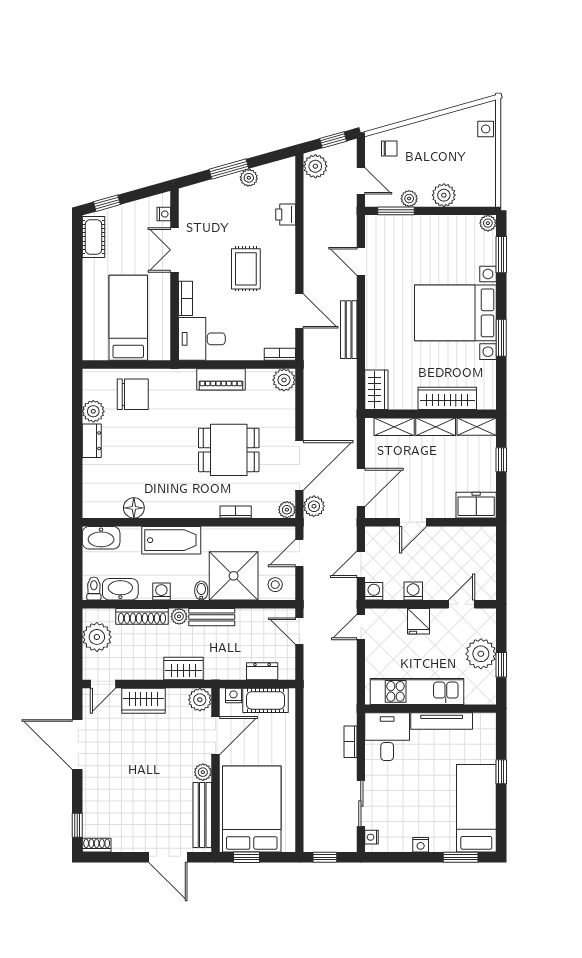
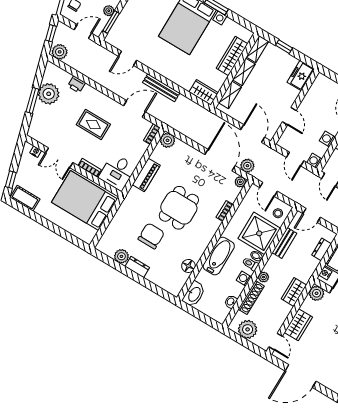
plant: (249, 178) -> (49, 94), width x1.87, depth x1.87
bed: (128, 318) -> (85, 201), width x1.50
chair: (133, 394) -> (151, 236), moved
dining table: (229, 450) -> (179, 208), moved
toilet: (94, 588) -> (250, 264), moved
washbasin: (120, 589) -> (231, 302), width x0.52, depth x0.69
bench: (212, 617) -> (284, 243), moved

